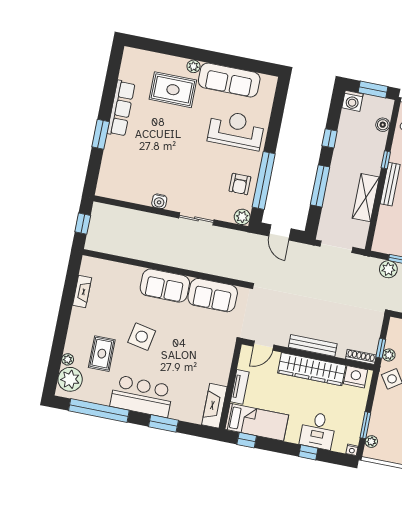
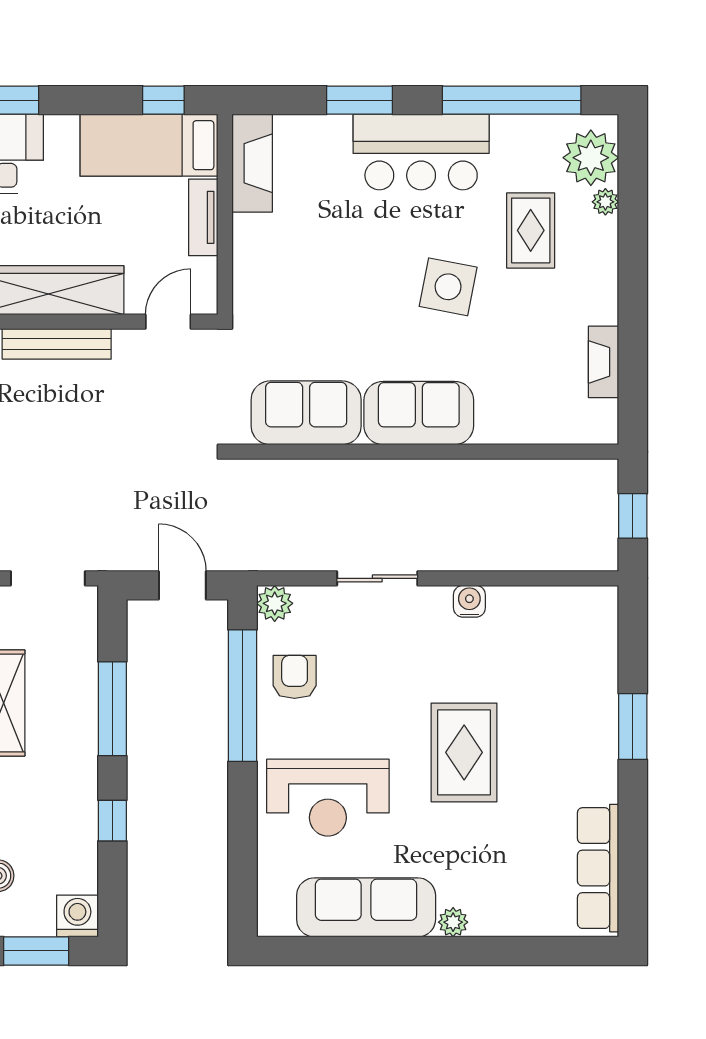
rug: (173, 90) -> (464, 752), moved, turned 90
row of seats: (121, 108) -> (598, 868), moved

